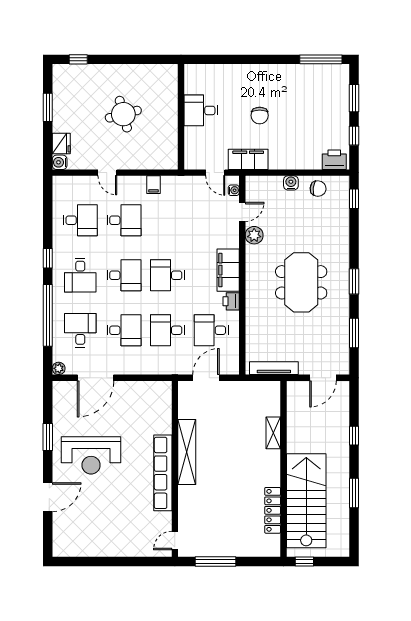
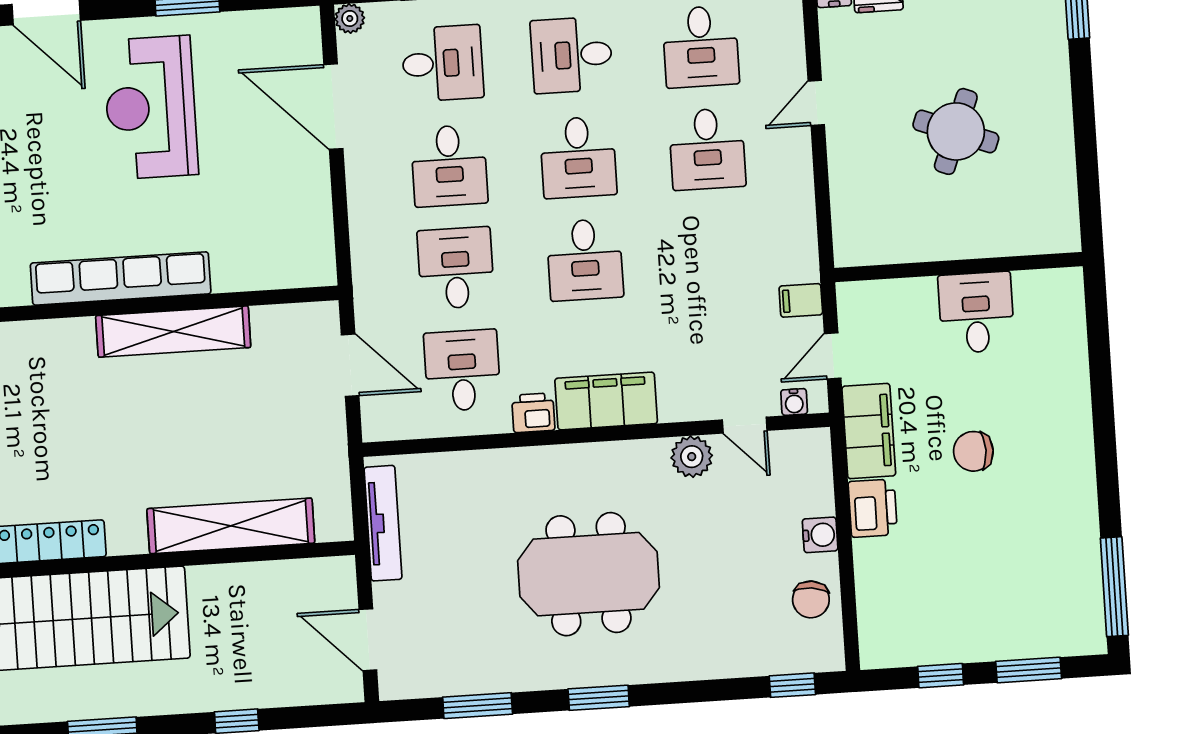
round table: (123, 114) -> (956, 131), turned 36
printer: (334, 160) -> (873, 508), moved
filing cabinet: (154, 185) -> (801, 300), moved
desk: (168, 275) -> (585, 260), turned 180
shelving: (273, 433) -> (231, 526), width x2.20, depth x1.33

